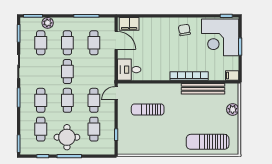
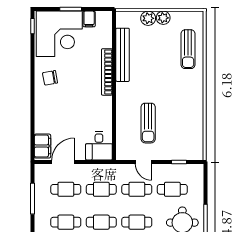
cafe table: (94, 72) -> (101, 189), added
filing cabinet: (232, 75) -> (89, 19), moved
door: (116, 93) -> (143, 162), moved
plant: (233, 122) -> (163, 18), added
sun lounger: (208, 142) -> (188, 49), width x0.73, depth x0.75

